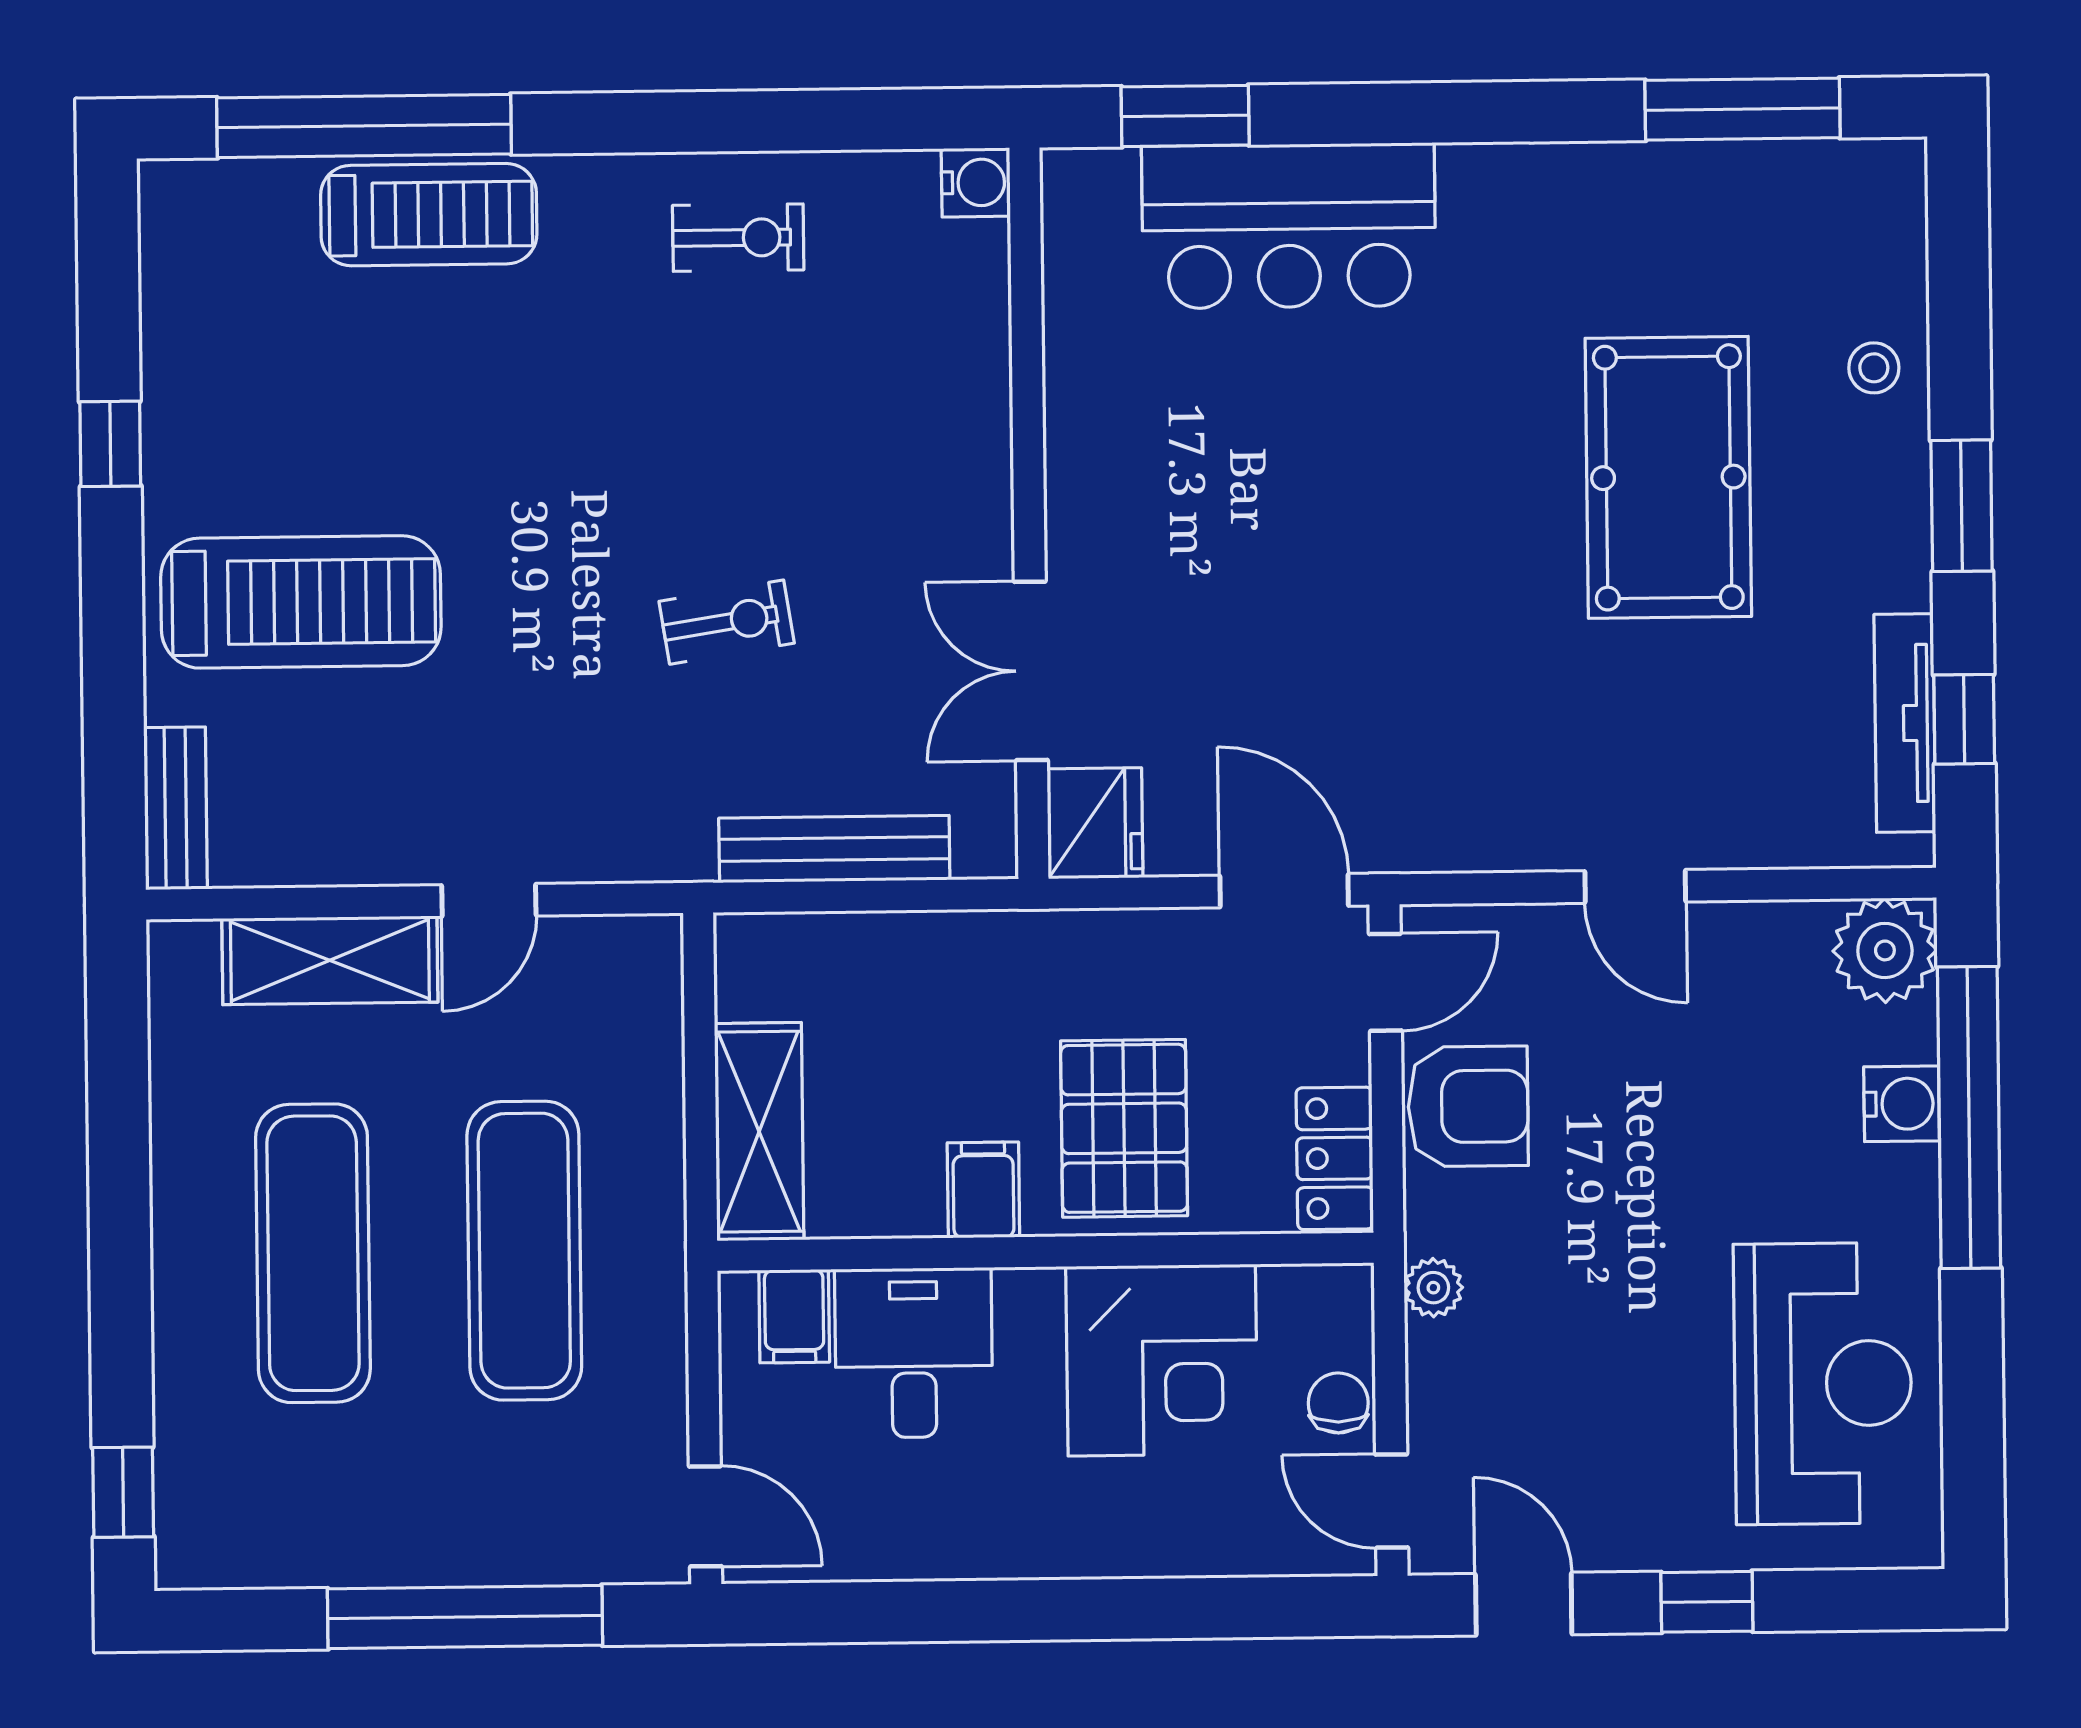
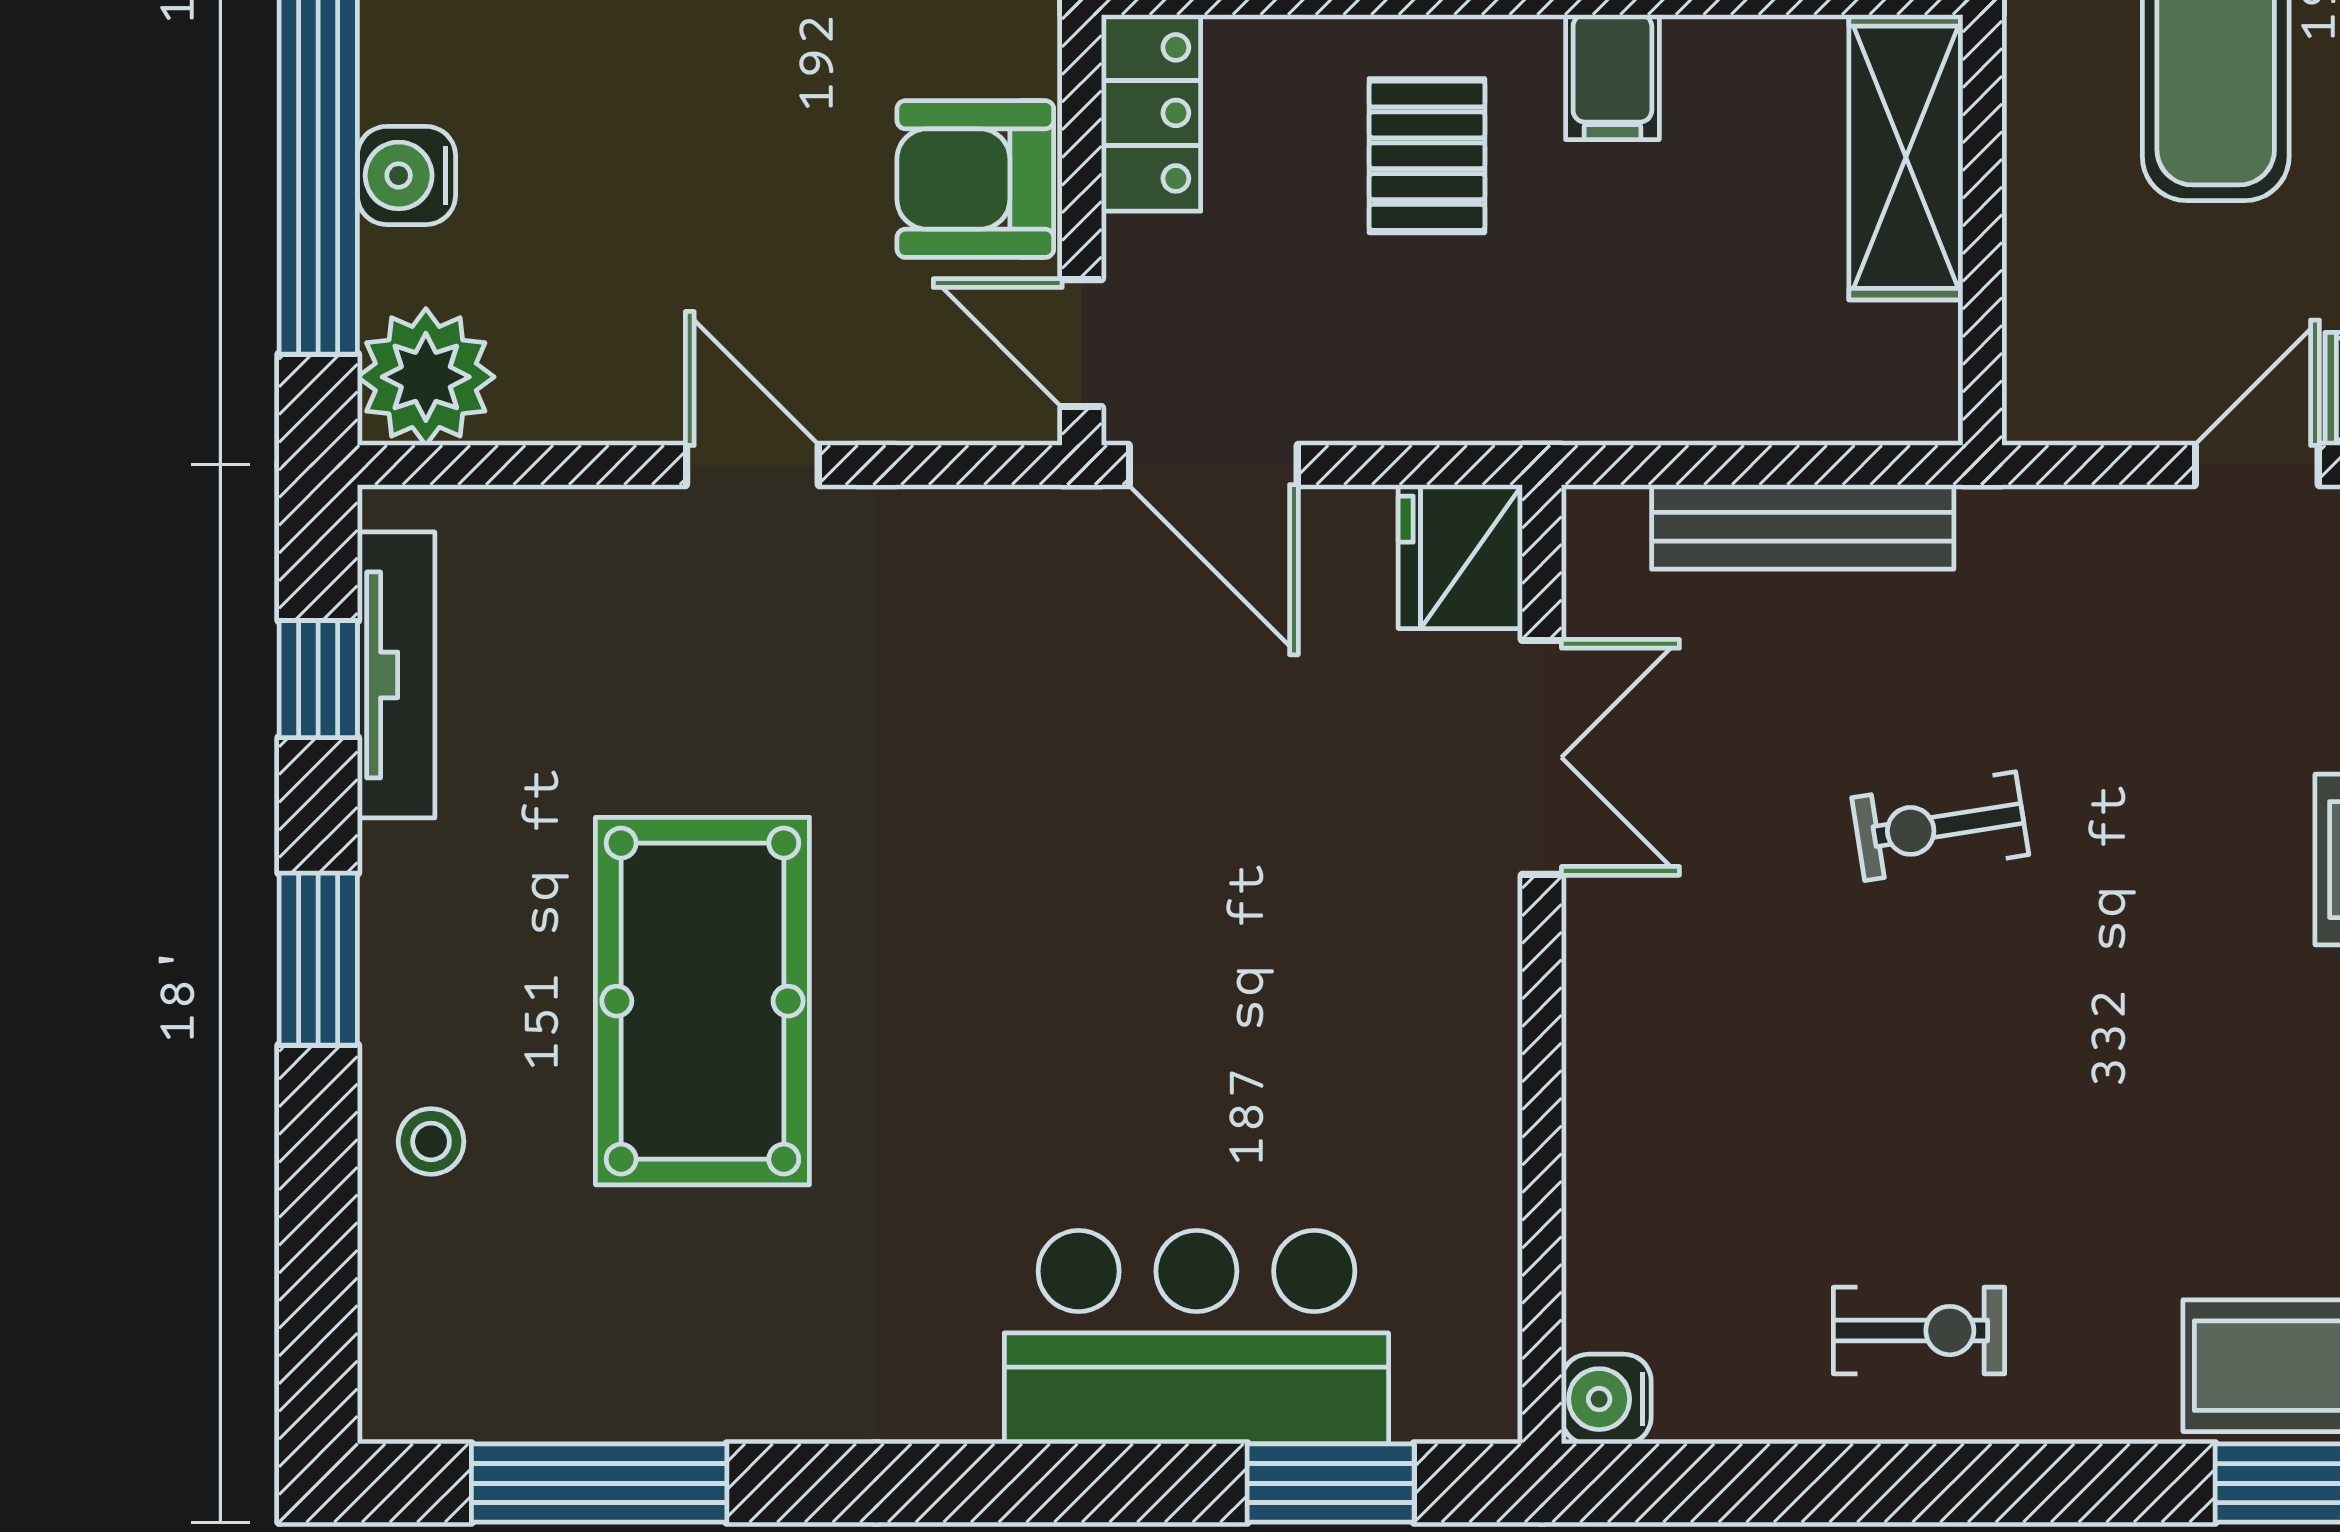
exercise bike: (738, 238) -> (1919, 1331), turned 180
door: (1385, 982) -> (1082, 343), hinge flipped
pallet: (1124, 1128) -> (1427, 156), width x0.67, depth x0.71

